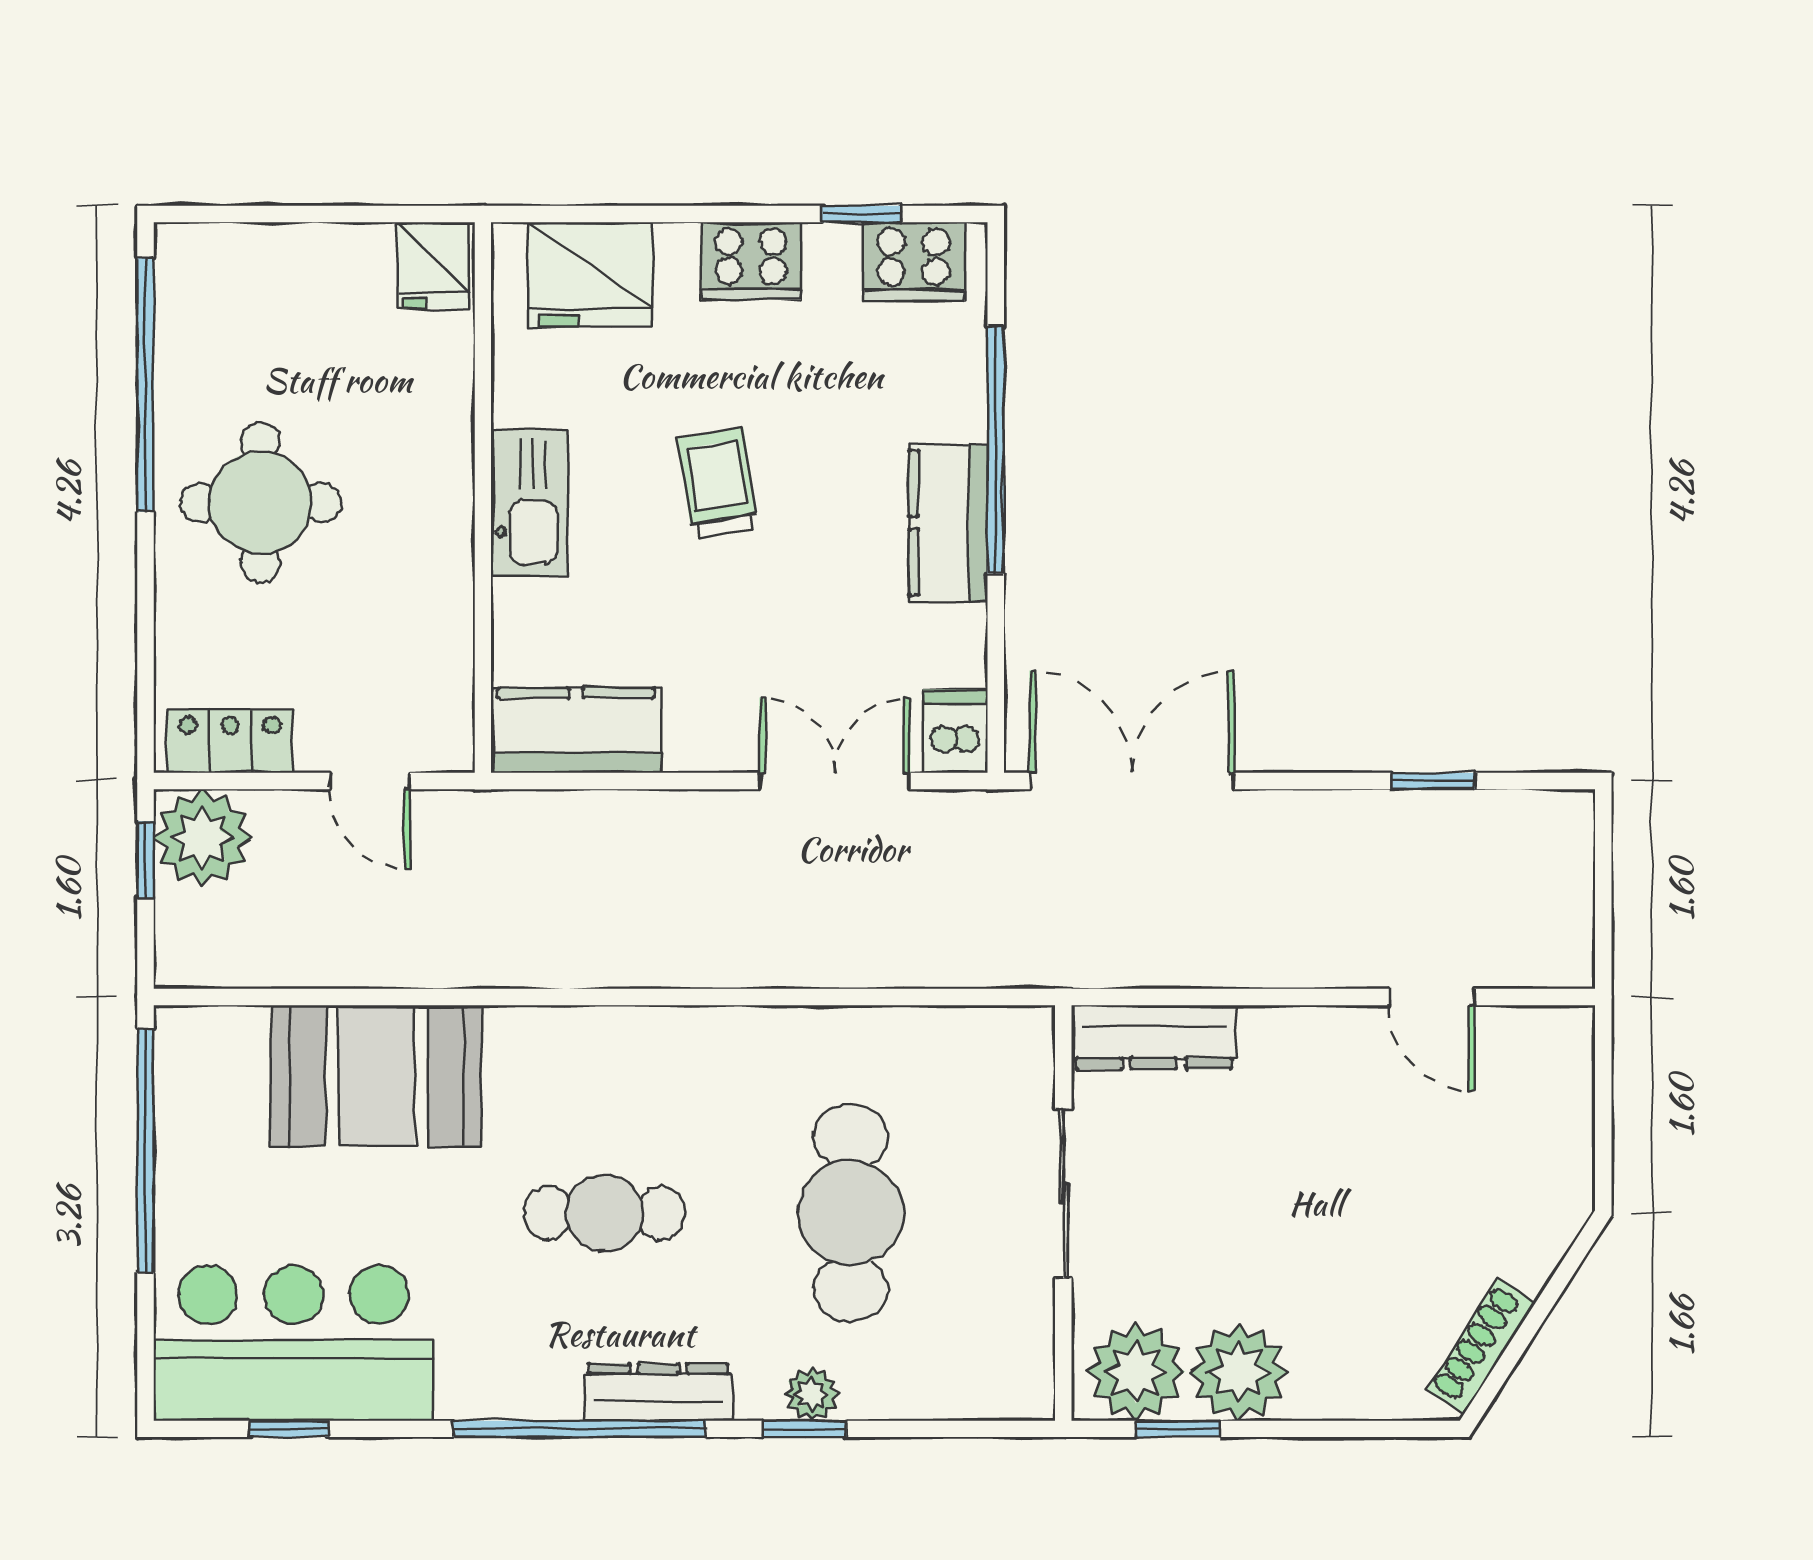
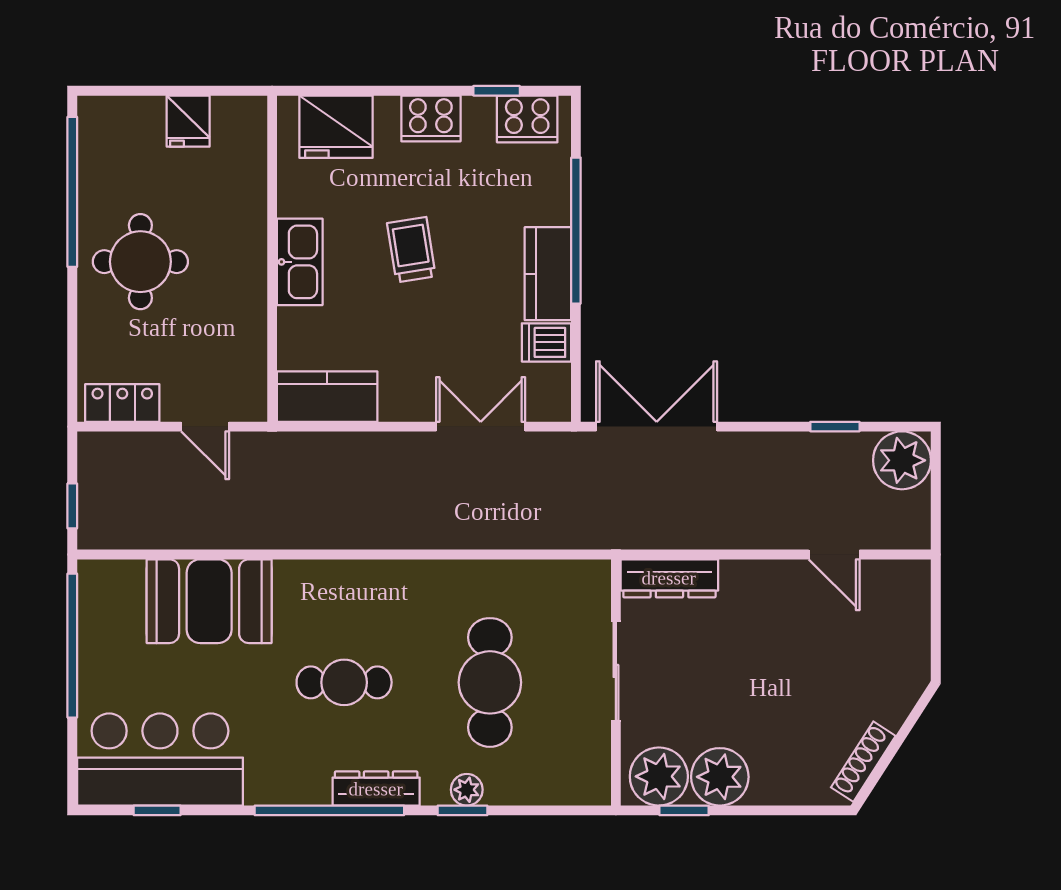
fridge: (433, 265) -> (188, 121), moved
dishwasher: (955, 731) -> (547, 342), moved, turned -90
plant: (202, 838) -> (902, 460), moved
window: (145, 860) -> (72, 506), moved

